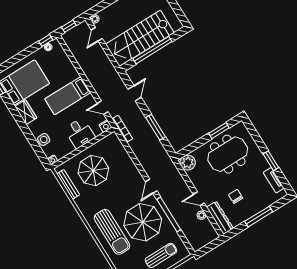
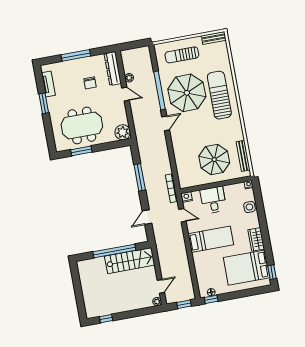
stairs: (140, 38) -> (130, 261), width x0.73, depth x0.66

